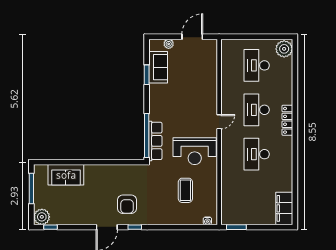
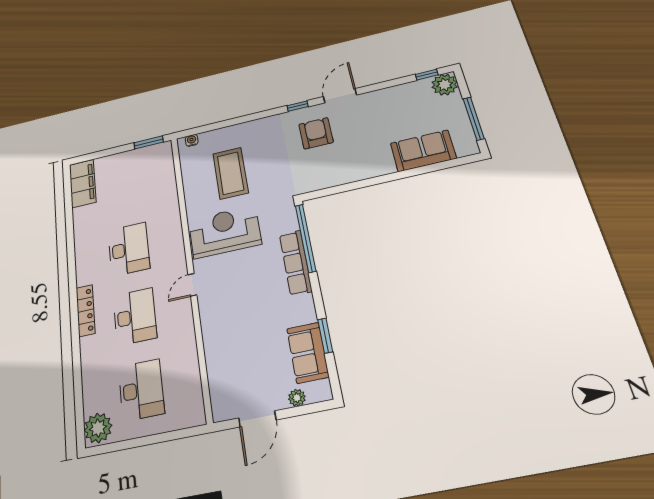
row of seats: (155, 141) -> (296, 263), moved
coffee table: (185, 190) -> (231, 173), width x1.36, depth x1.32

